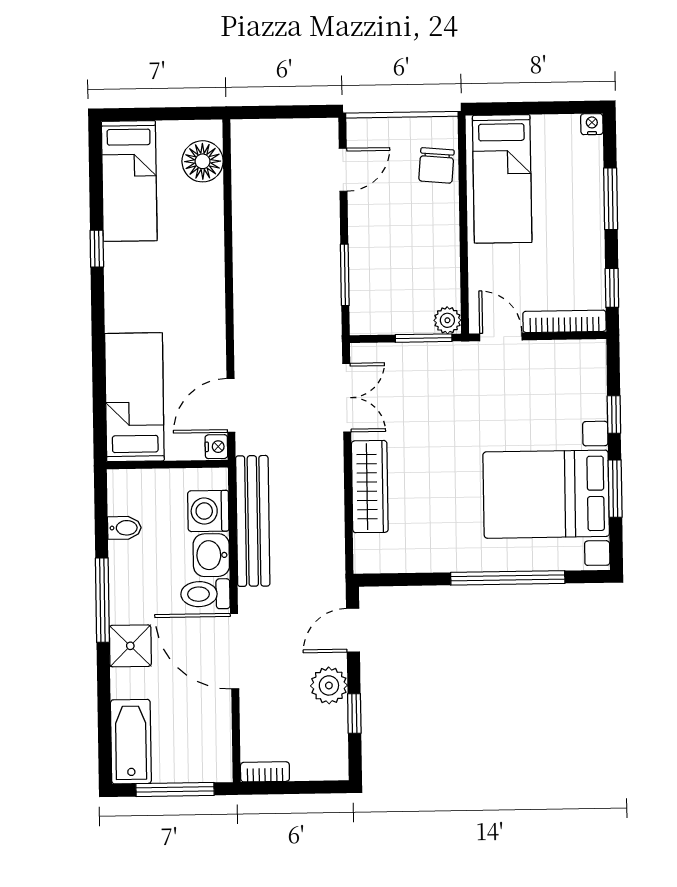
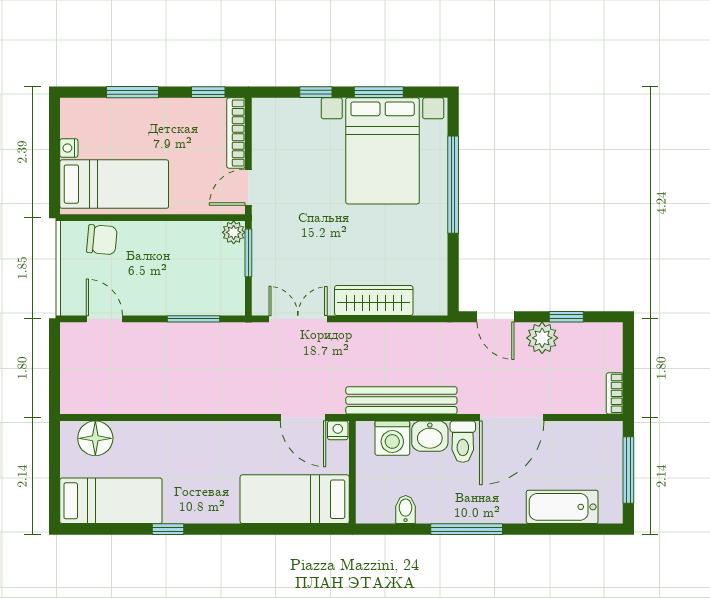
nightstand: (592, 124) -> (69, 148), moved
shower: (130, 646) -> (506, 506), removed
bathtub: (131, 742) -> (562, 507), moved

